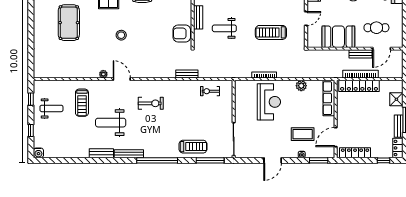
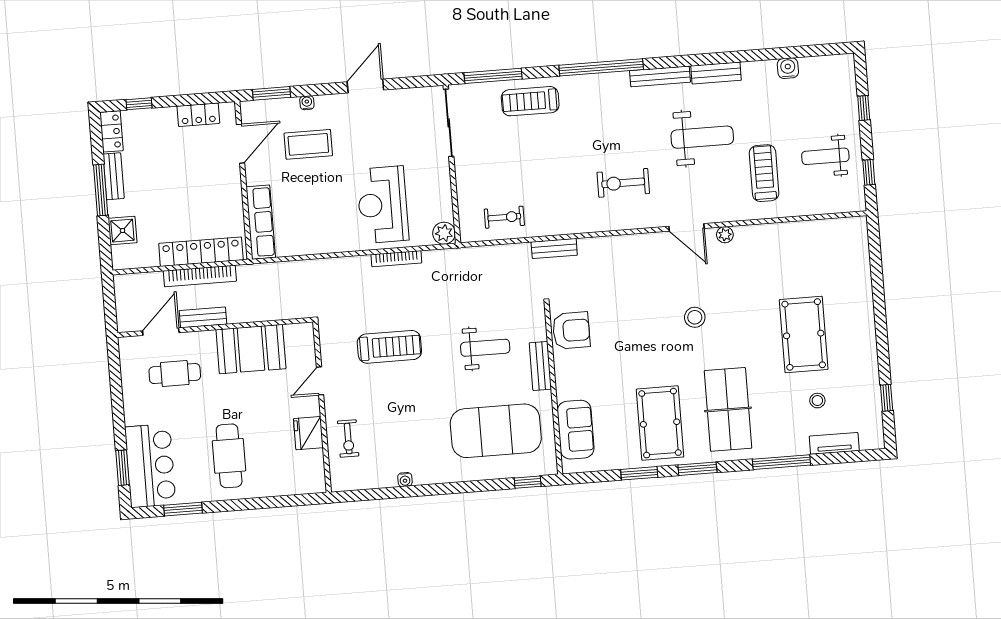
plant: (301, 86) -> (444, 233), moved
water cooler: (38, 153) -> (788, 68), moved
locker: (355, 153) -> (198, 115), width x0.66

